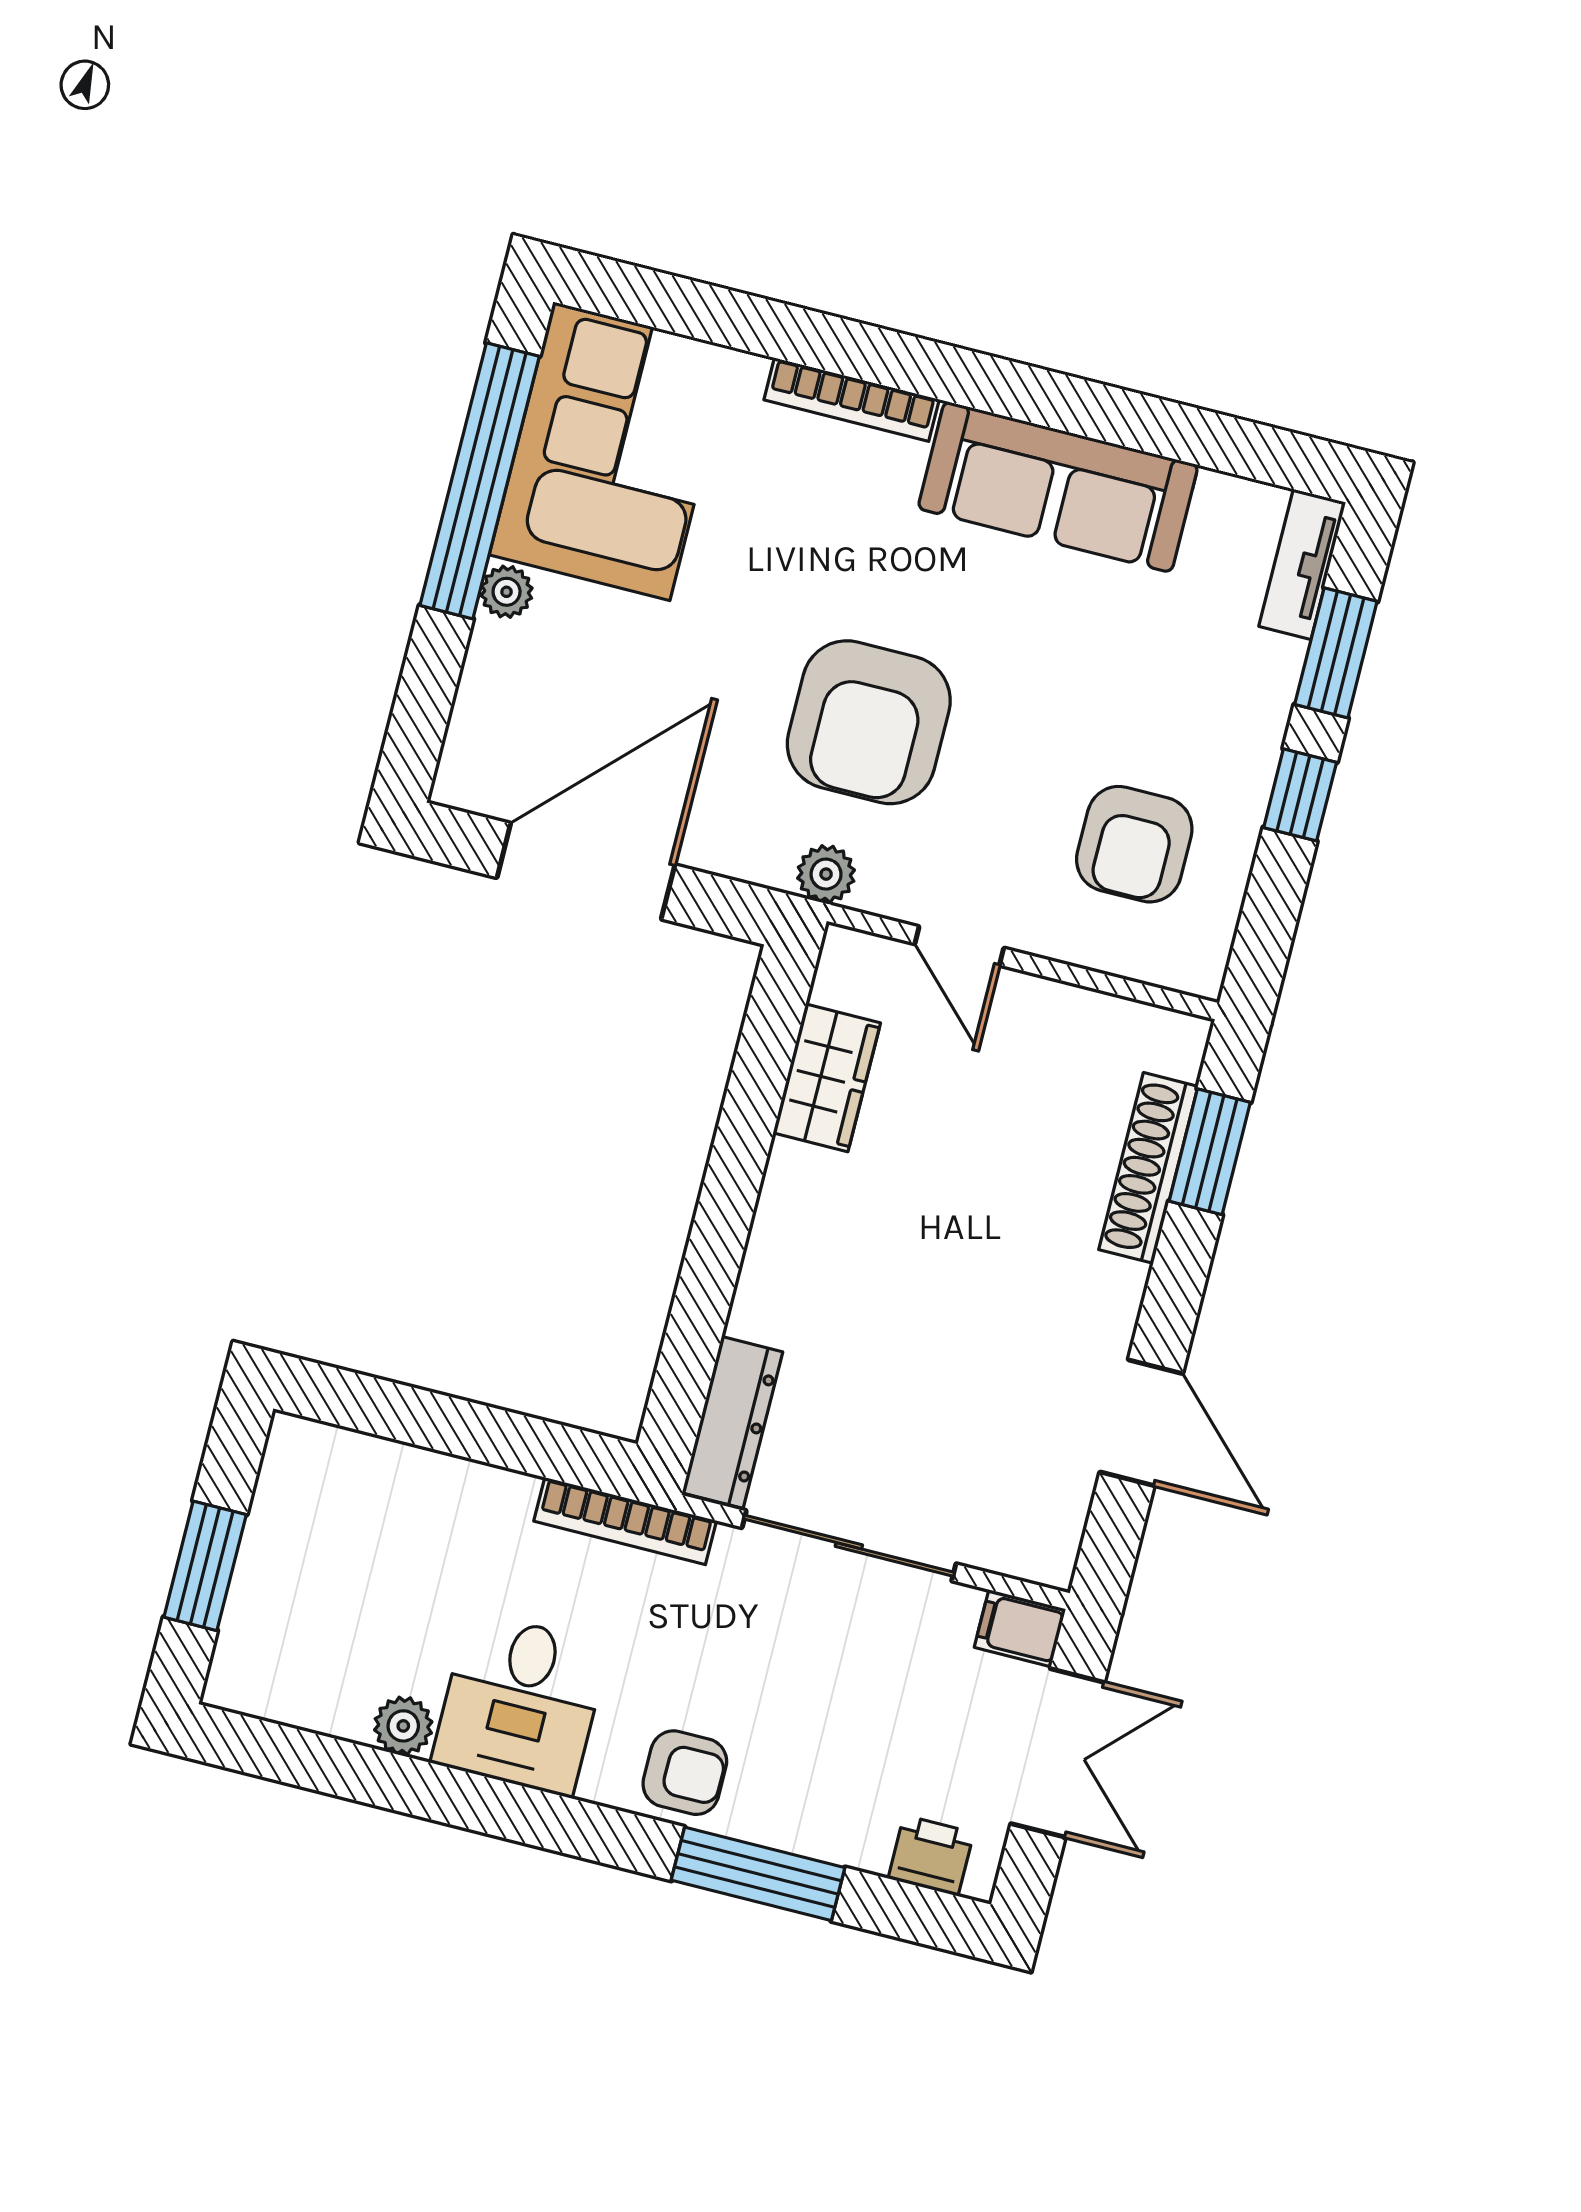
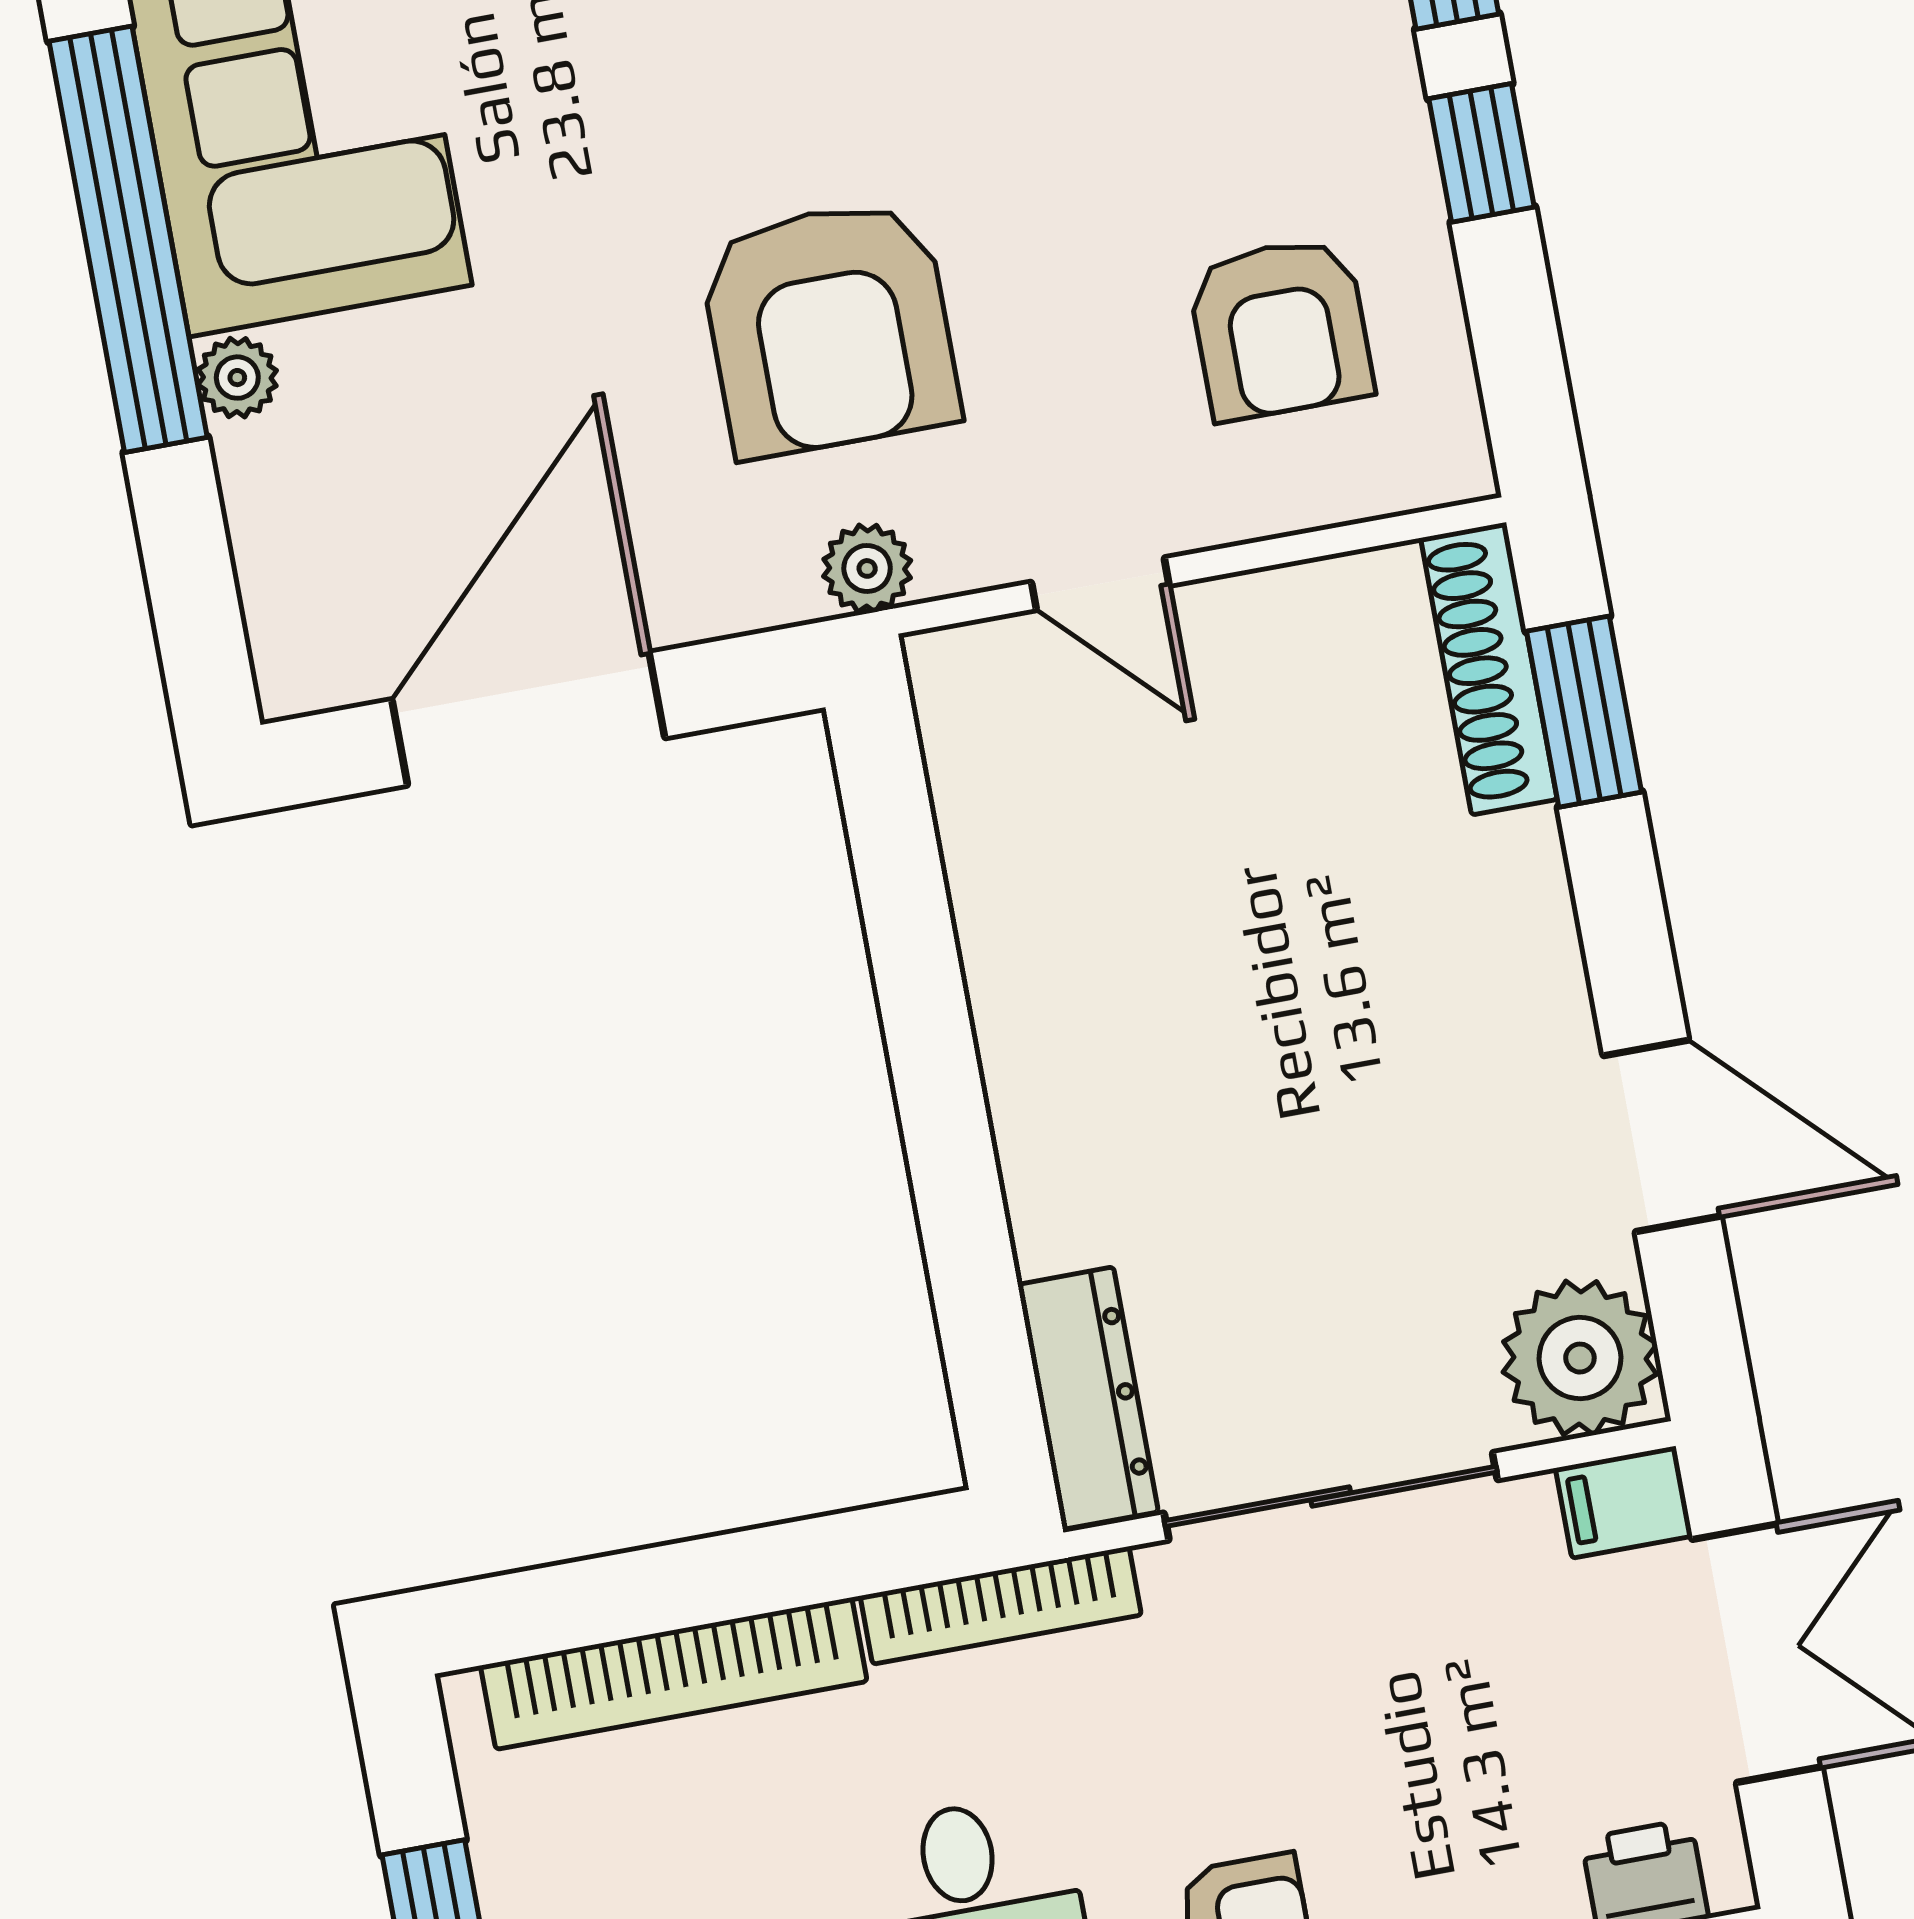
wardrobe: (827, 1078) -> (999, 854), removed
shoe rack: (1148, 1168) -> (1489, 669), moved
bookcase: (414, 1473) -> (674, 1673), added
plant: (1033, 1531) -> (1580, 1358), added

